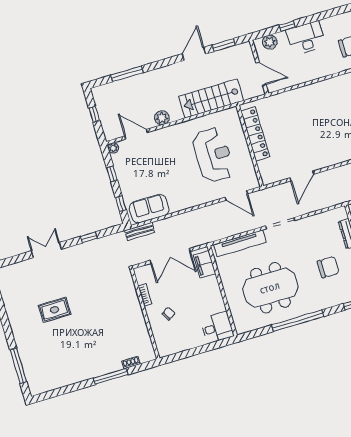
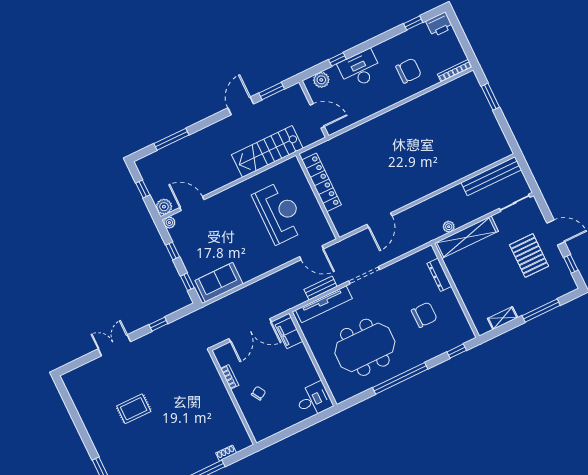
plant: (162, 118) -> (164, 207), moved
bench: (140, 231) -> (321, 288), moved

